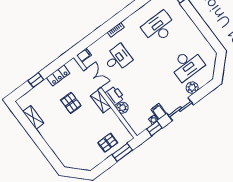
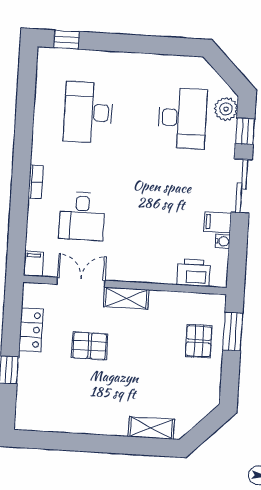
desk: (117, 58) -> (82, 216), turned 180
plant: (192, 88) -> (226, 109), moved
printer: (115, 96) -> (193, 273), moved
plant: (122, 108) -> (164, 273), removed
shelving: (33, 117) -> (151, 428), moved
window: (154, 128) -> (245, 131), moved

